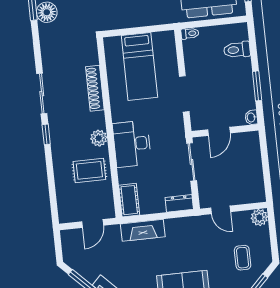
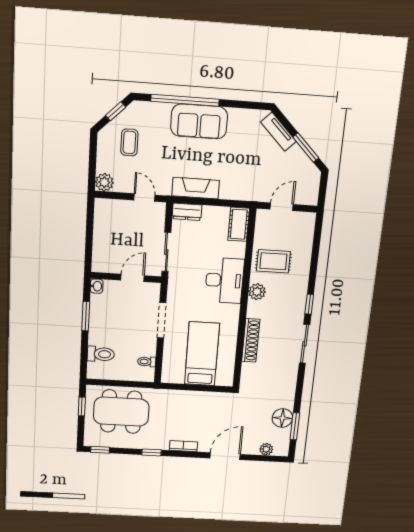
toilet: (190, 33) -> (147, 362), moved
fireplace: (143, 230) -> (196, 188), moved

